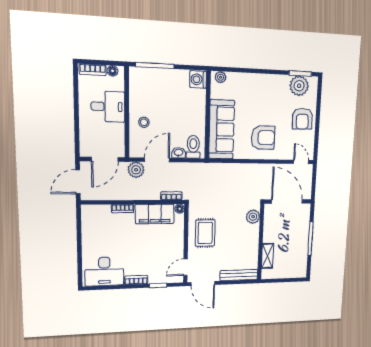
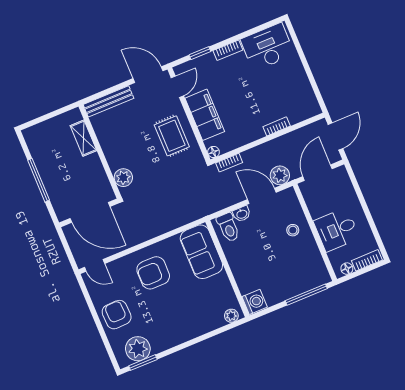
sofa: (222, 129) -> (201, 252), width x0.73
door: (157, 160) -> (262, 196), swing flipped
filing cabinet: (155, 214) -> (205, 115), moved, turned 90

